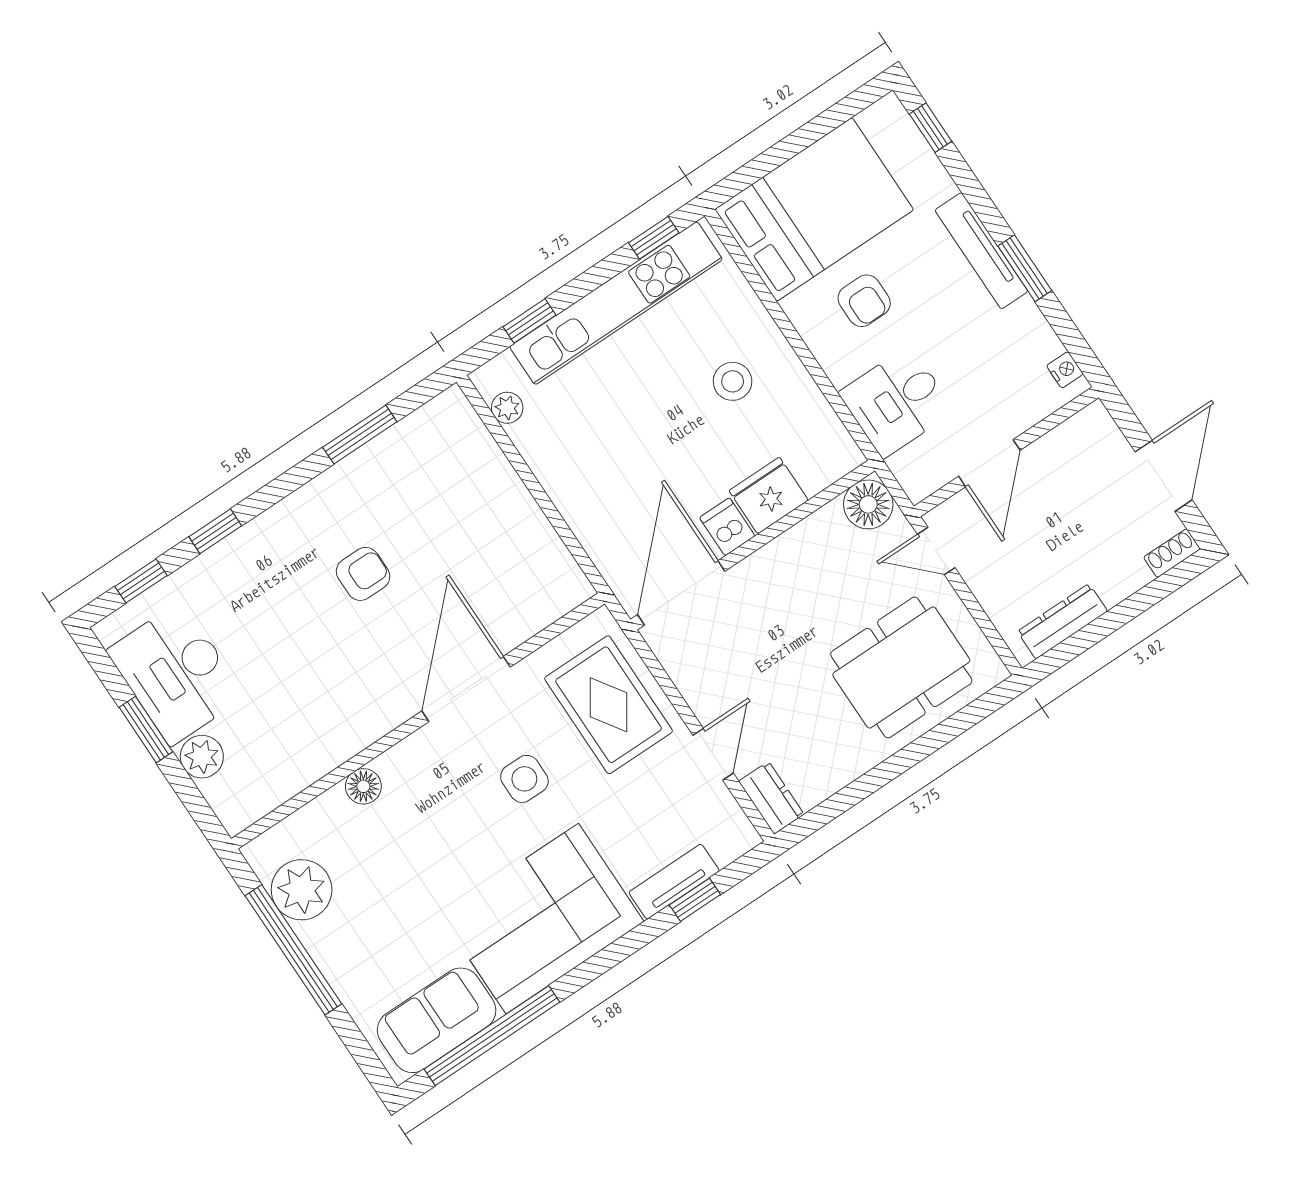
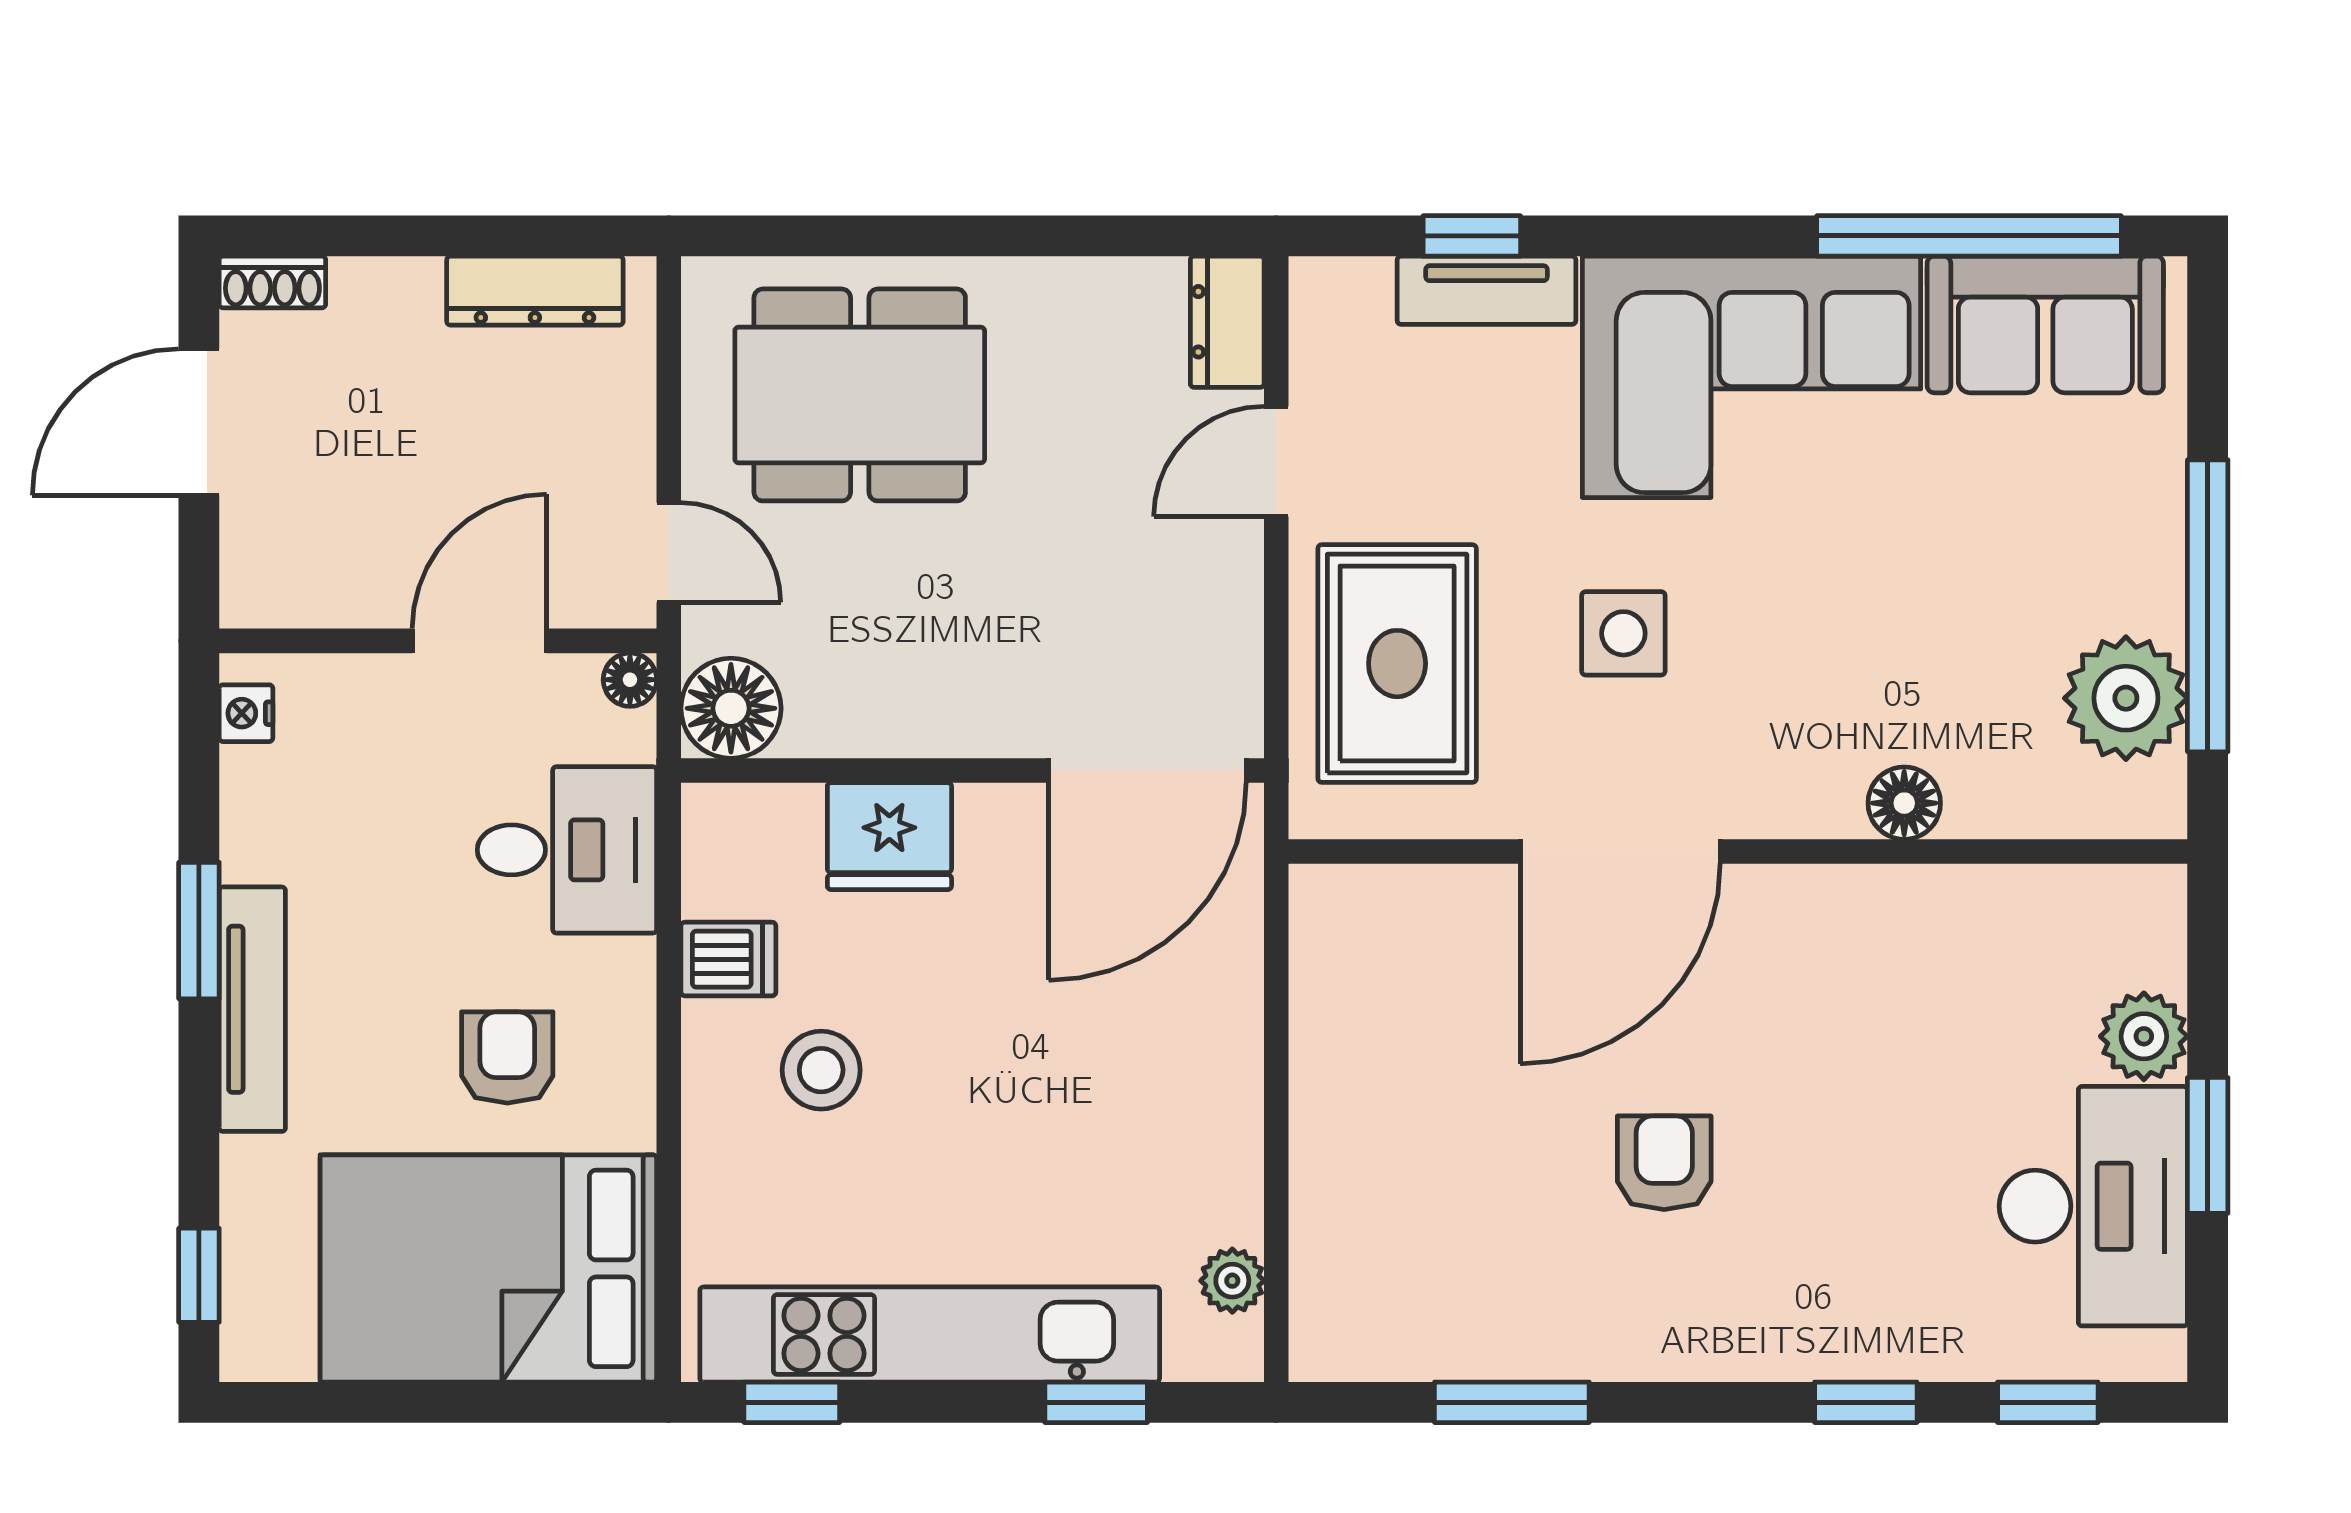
floor lamp: (917, 488) -> (630, 680), added
dishwasher: (727, 527) -> (728, 959), moved, turned -90
armchair: (363, 574) -> (1664, 1163), turned 90

